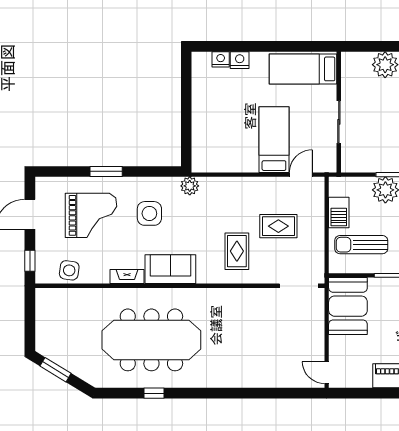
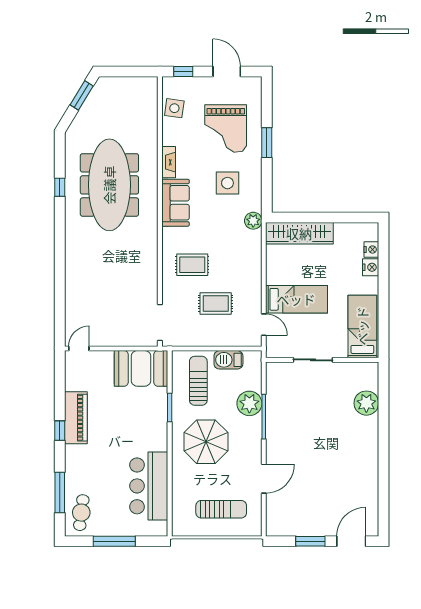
wardrobe: (203, 136) -> (299, 233), added
rug: (278, 226) -> (216, 303), turned 90

